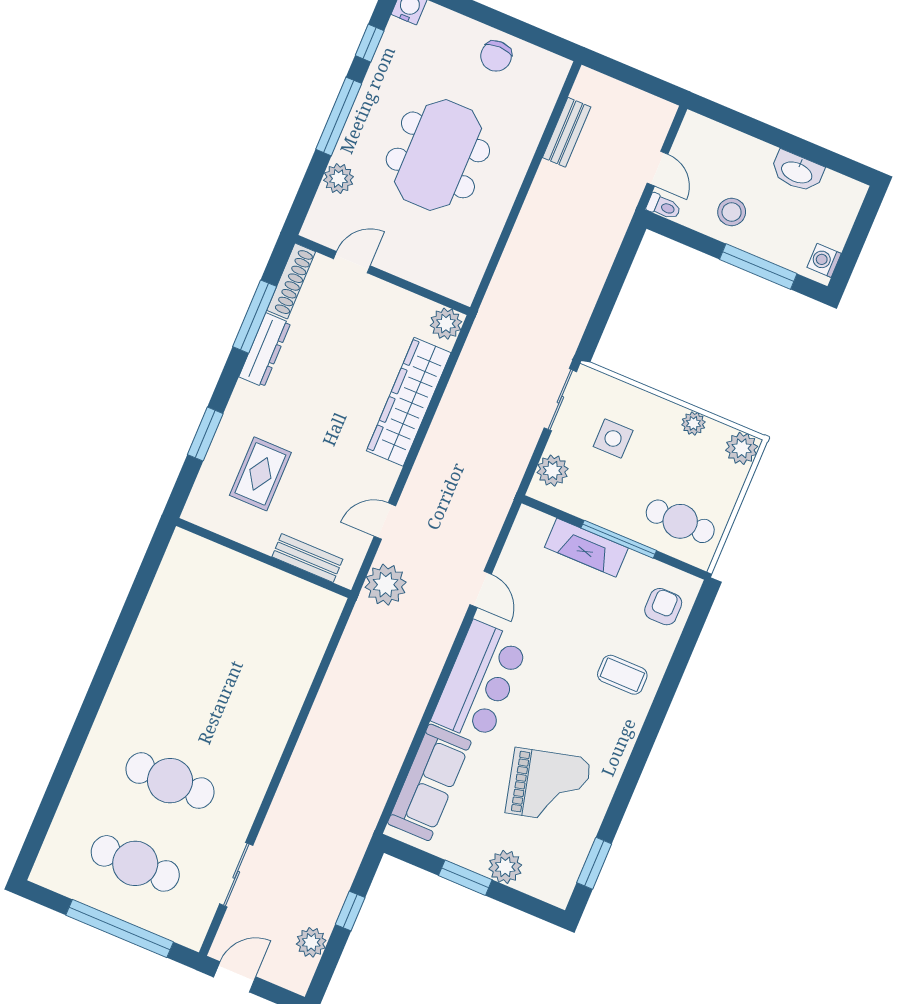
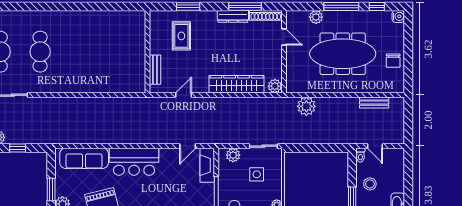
chair: (496, 56) -> (393, 61), turned -90
meeting table: (438, 155) -> (343, 54), width x1.36
door: (658, 169) -> (375, 146), hinge flipped
rug: (260, 474) -> (181, 36), turned 90
door: (385, 521) -> (183, 95), hinge flipped
fireplace: (586, 548) -> (207, 165), moved
plant: (386, 585) -> (306, 106), moved
door: (481, 589) -> (188, 146), moved

